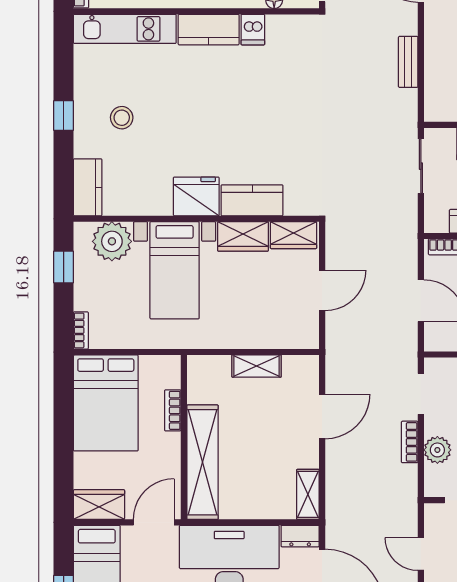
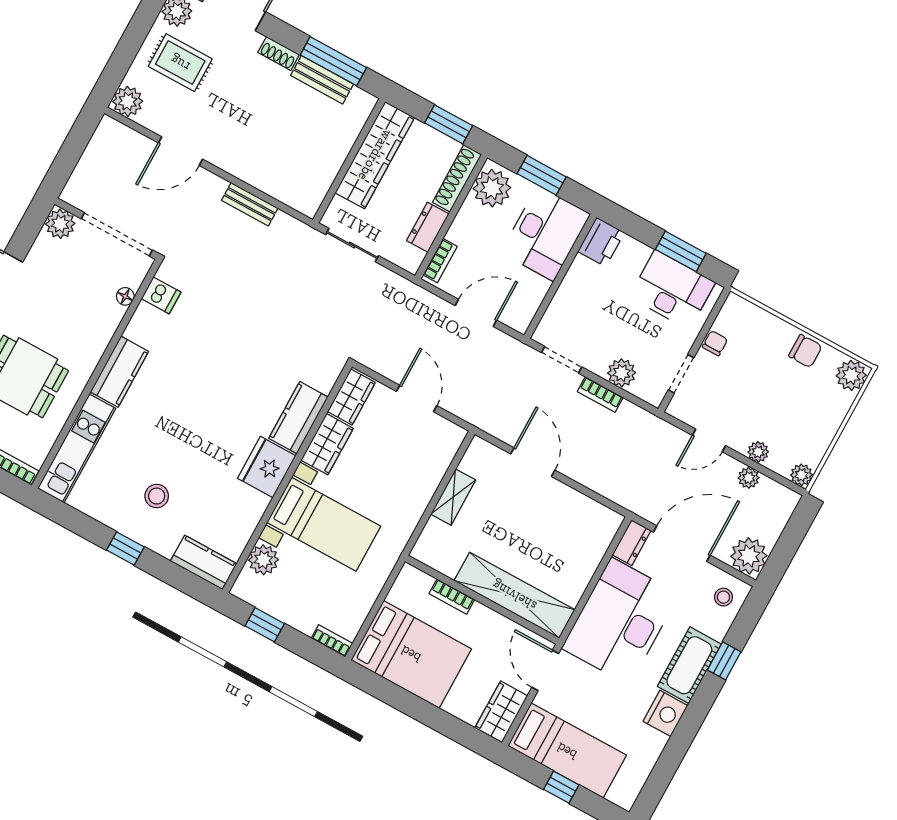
dishwasher: (253, 30) -> (161, 295), moved
plant: (112, 241) -> (263, 560), width x0.73, depth x0.73
shelving: (308, 494) -> (597, 514), removed

